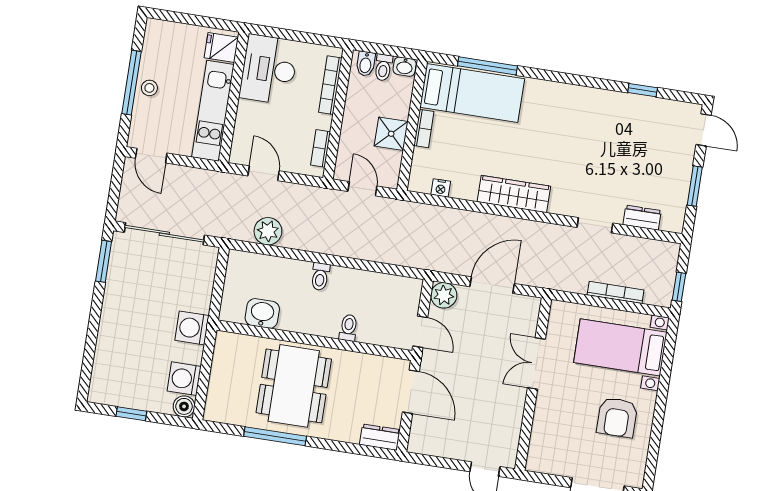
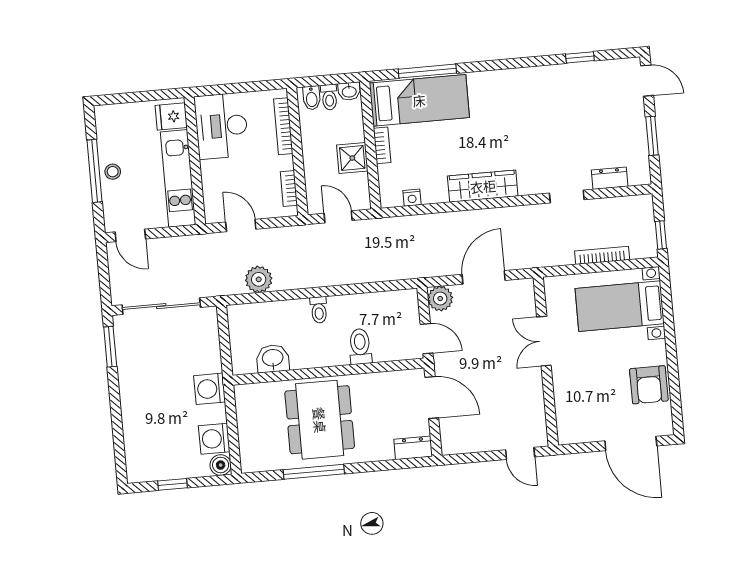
toilet: (348, 328) -> (360, 347), width x1.37, depth x1.39
armchair: (617, 417) -> (649, 385), moved

